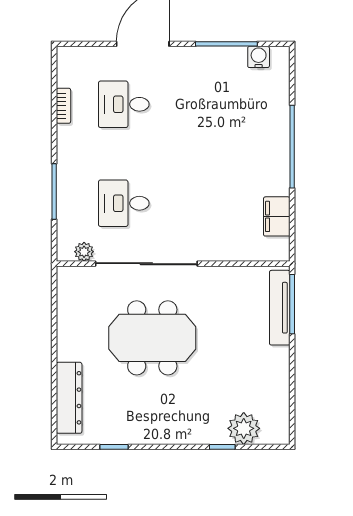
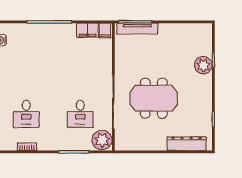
filing cabinet: (276, 248) -> (105, 31), added
plant: (84, 252) -> (102, 140), width x1.87, depth x1.87
meeting table: (152, 338) -> (154, 98), turned 90
plant: (244, 428) -> (203, 65), moved

